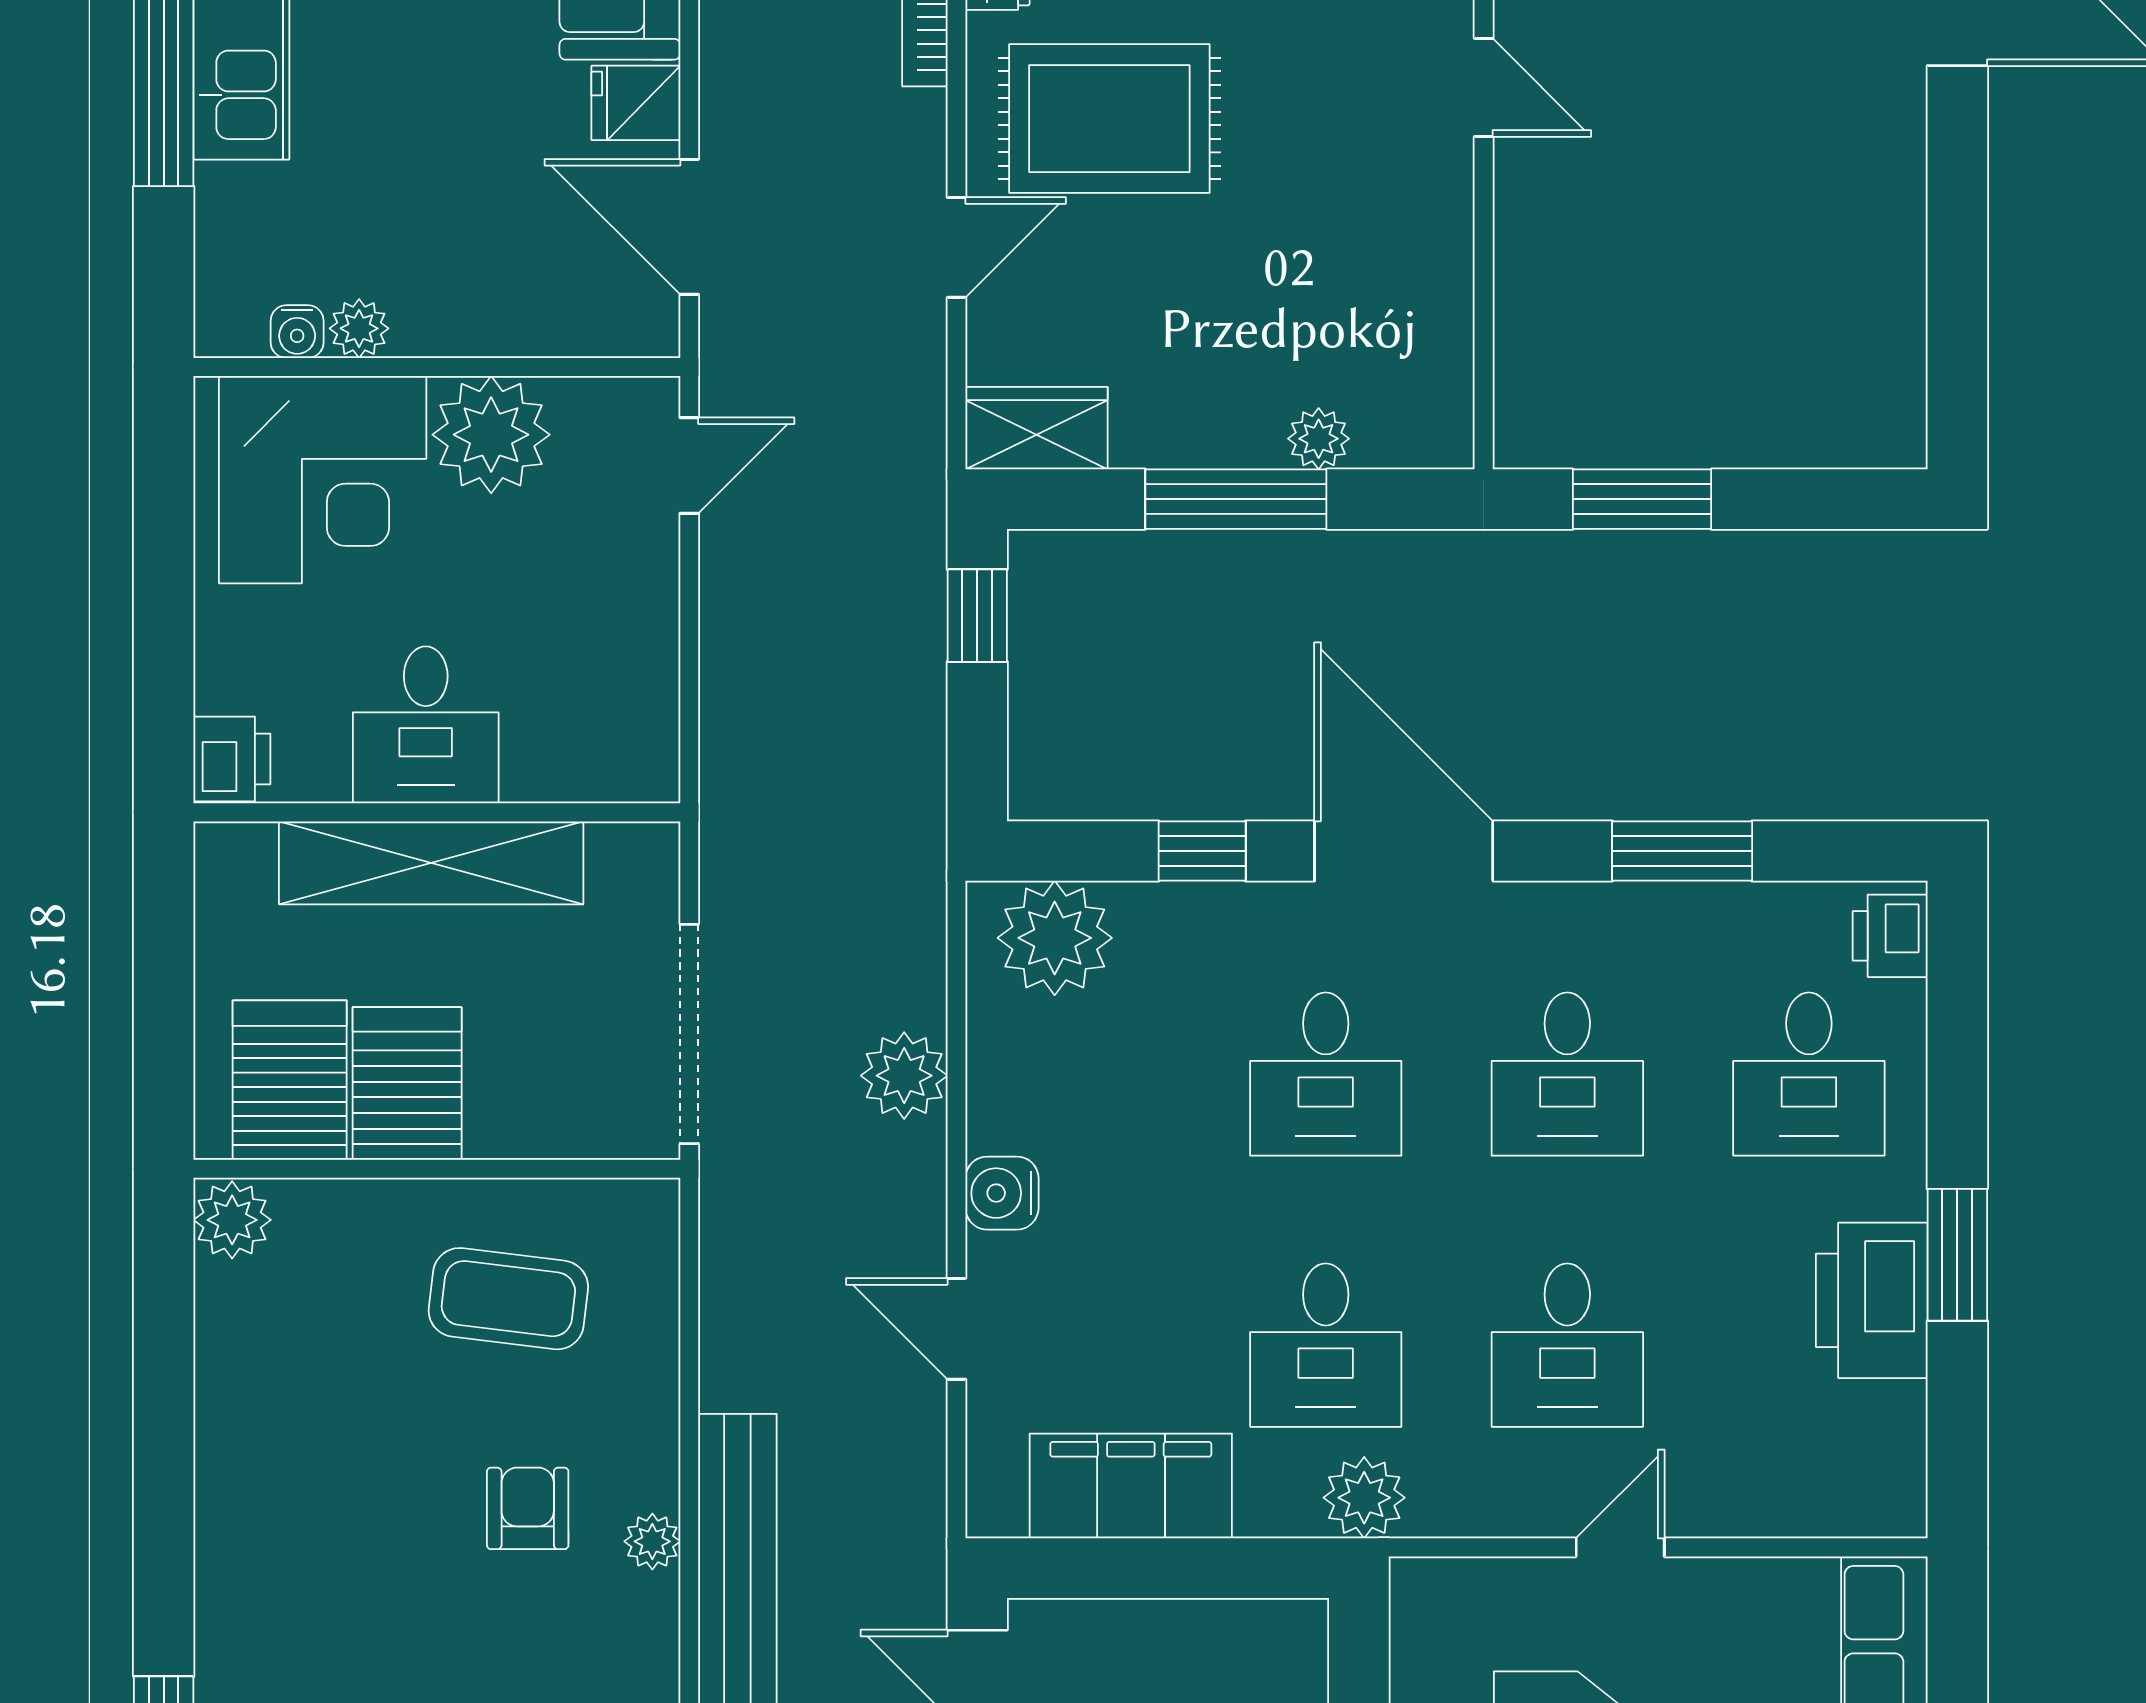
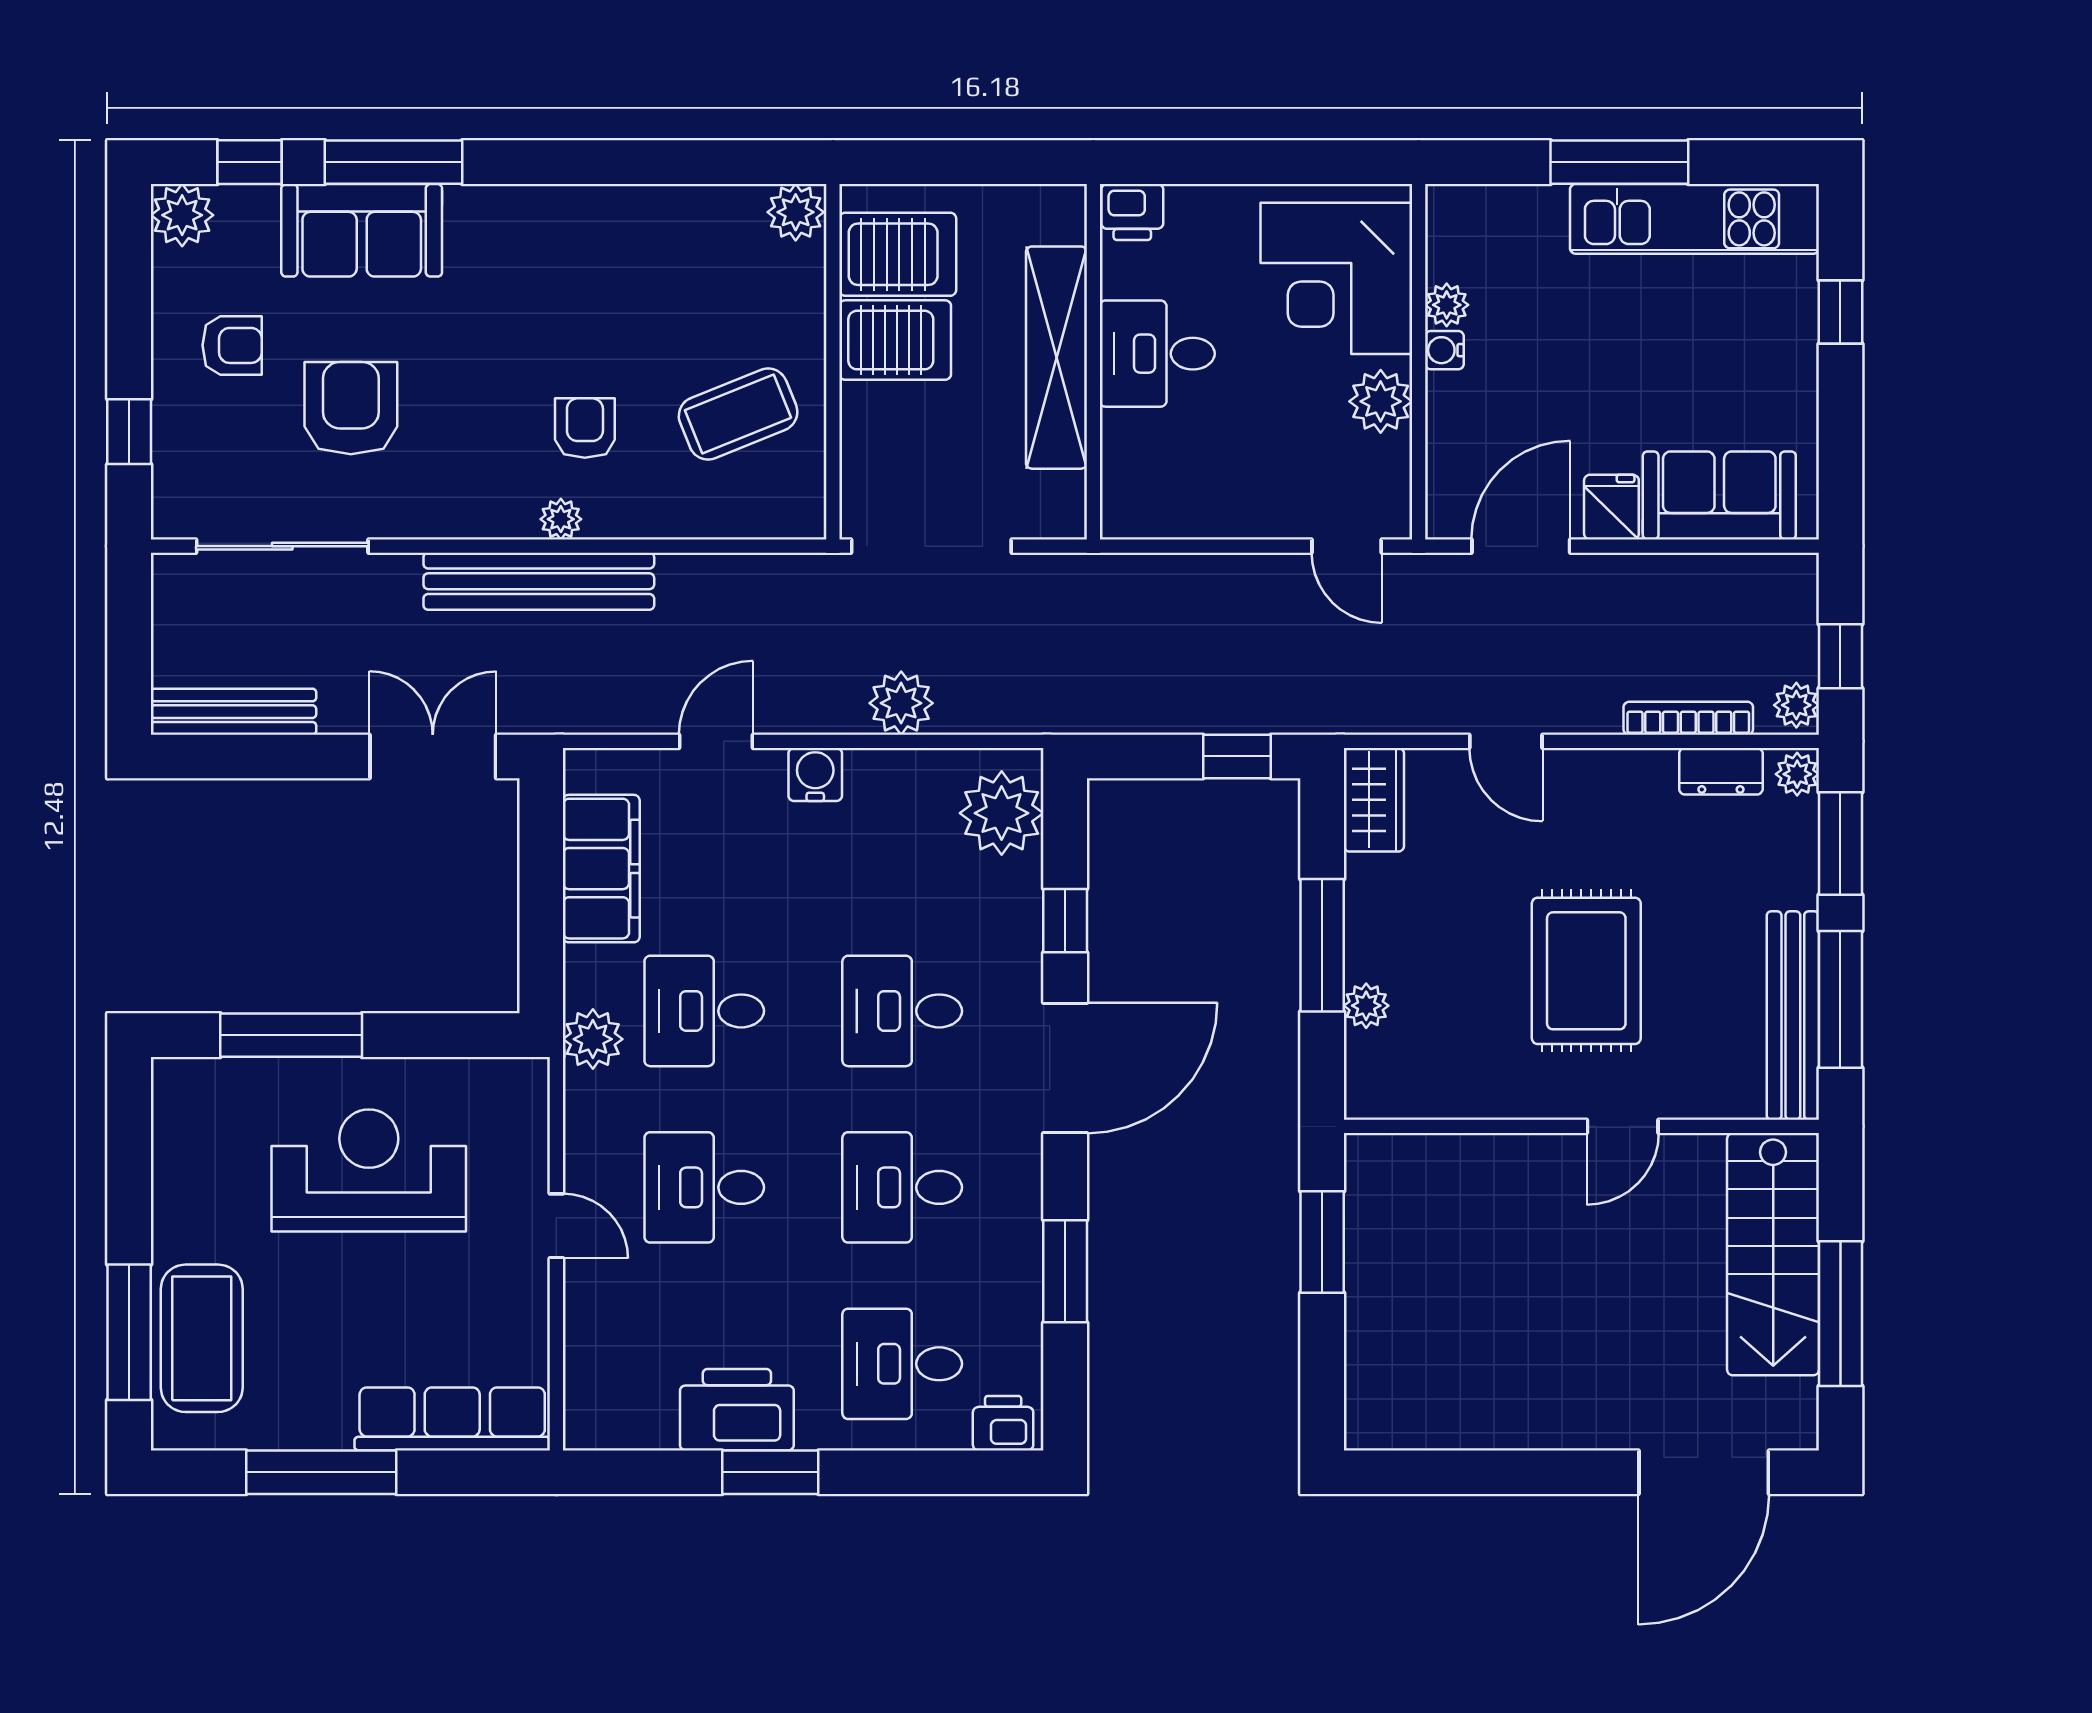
rug: (1109, 119) -> (1586, 971), moved
water cooler: (297, 332) -> (1444, 350), moved
plant: (491, 435) -> (1381, 401), width x0.73, depth x0.73
coffee table: (508, 1299) -> (738, 414), turned 61
armchair: (528, 1508) -> (585, 428), turned -90

